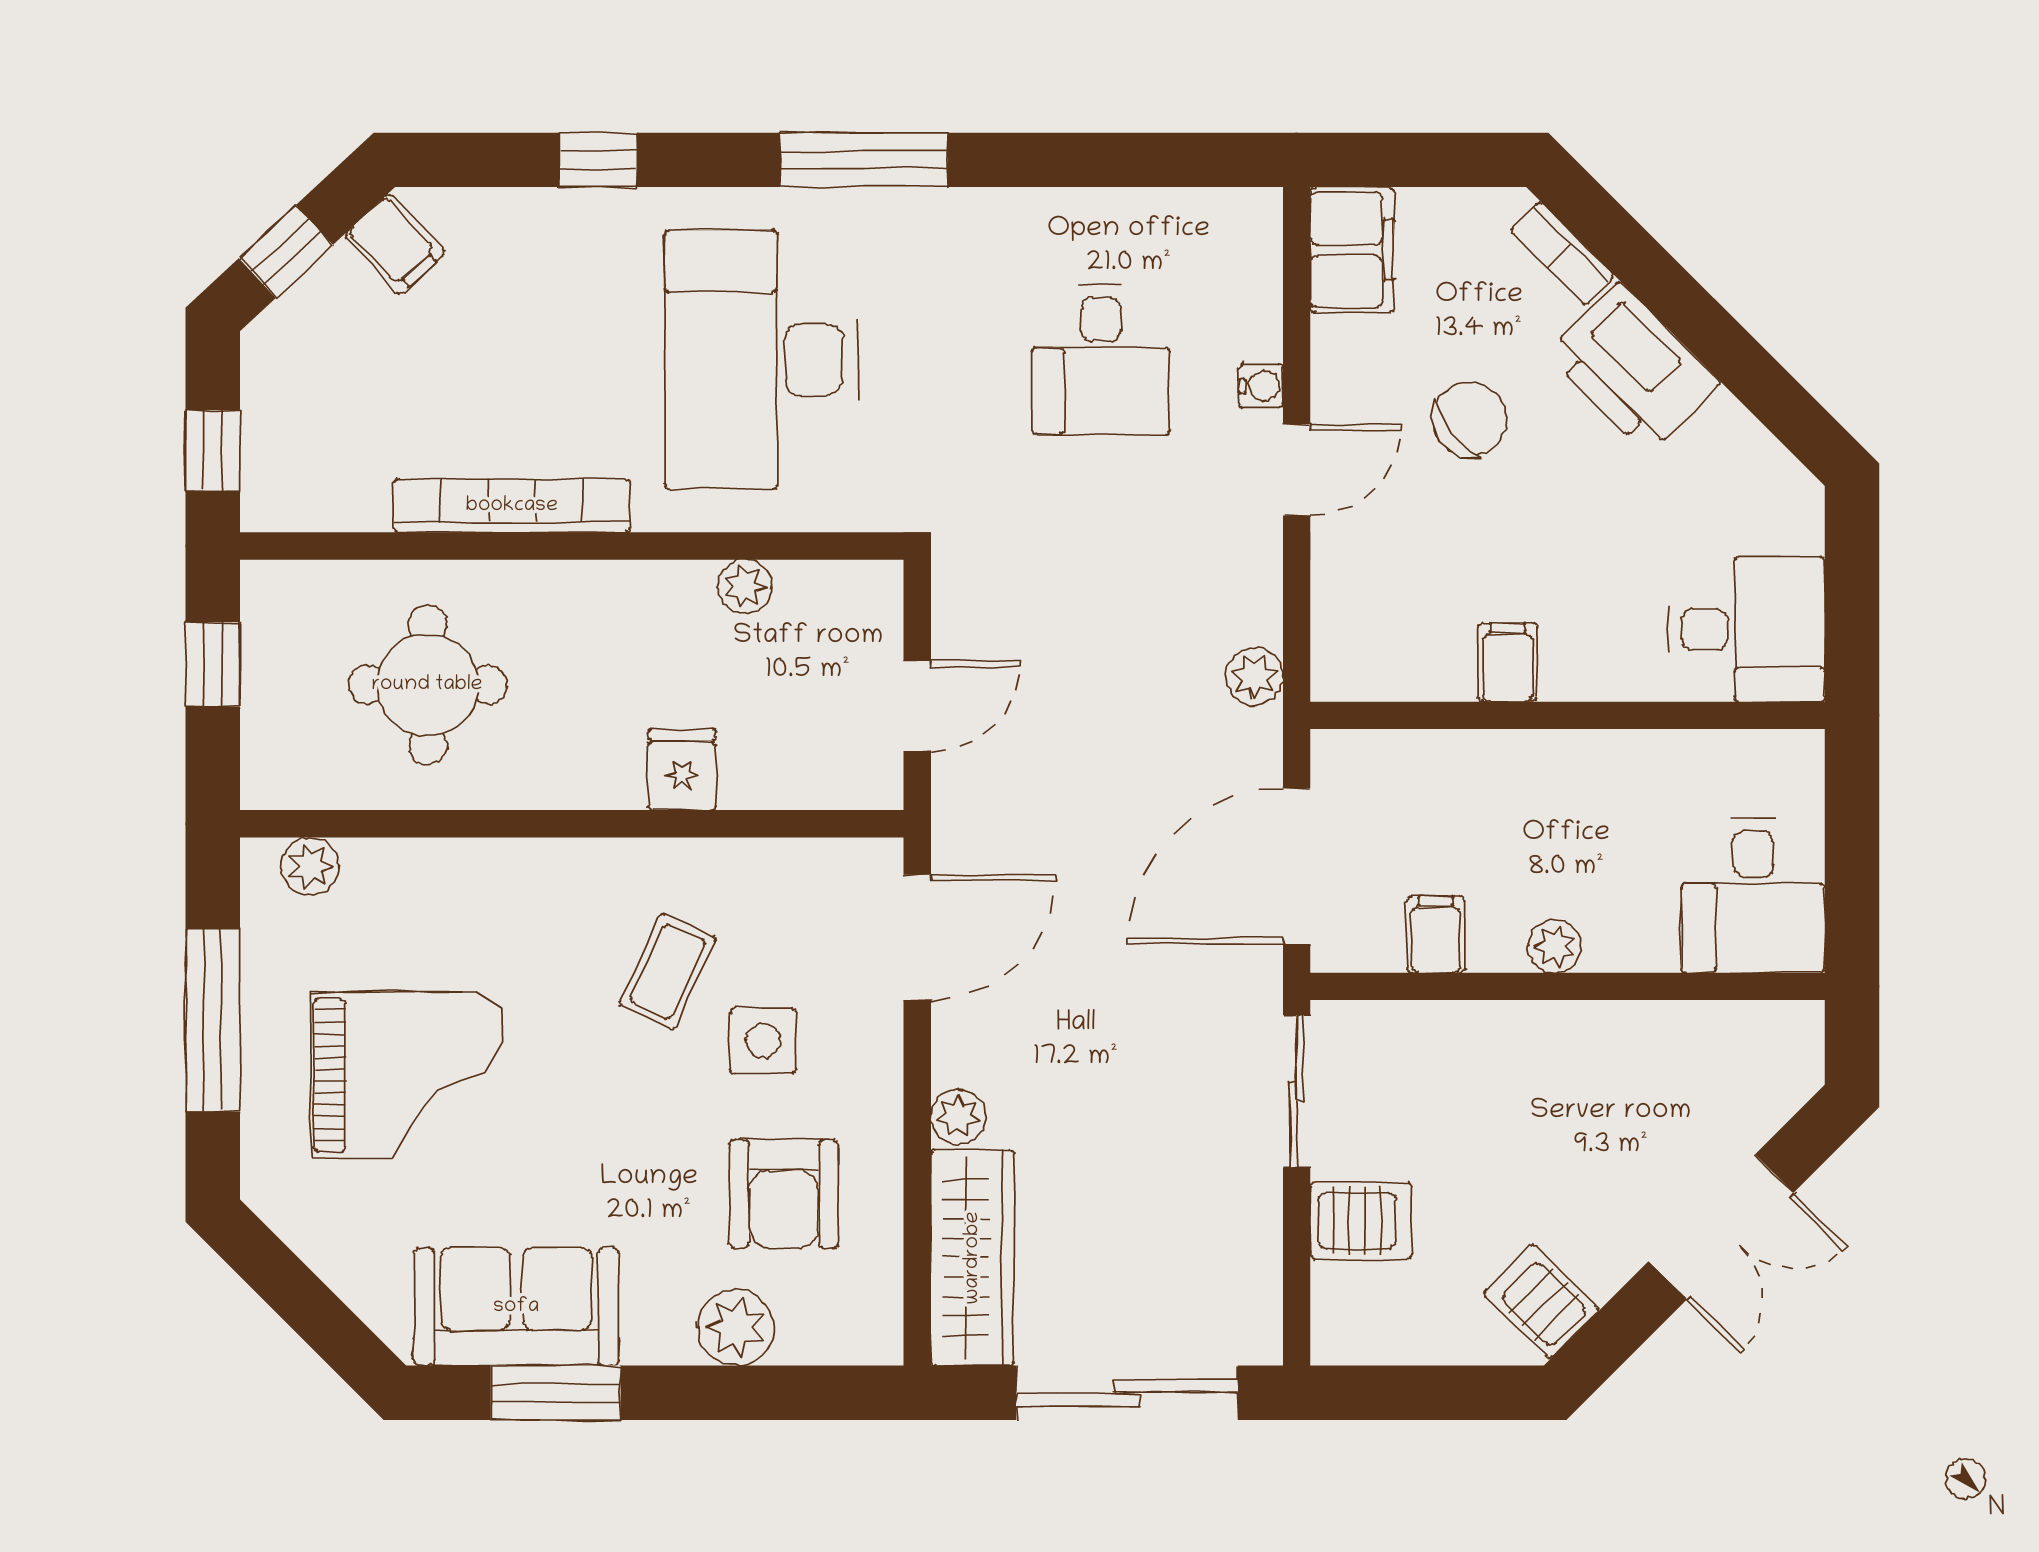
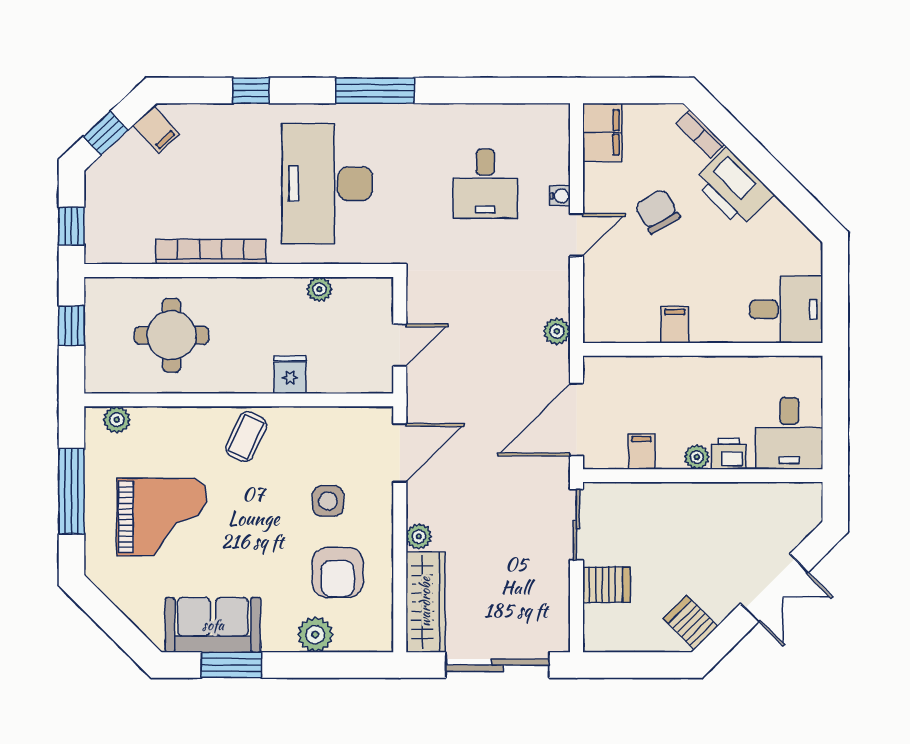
chair: (1470, 419) -> (657, 211), turned -83
printer: (1624, 939) -> (729, 454), added
coffee table: (668, 971) -> (246, 437), moved

